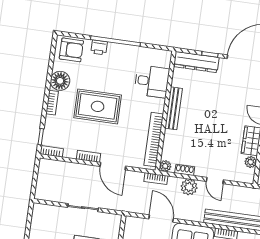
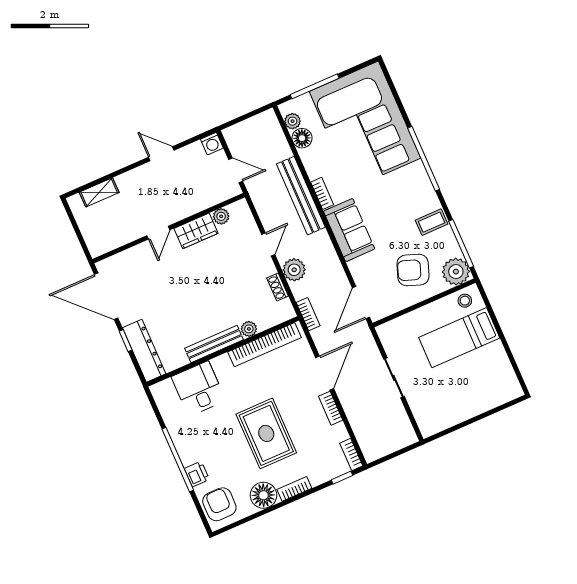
plant: (165, 166) -> (249, 329), moved
door: (161, 219) -> (361, 303), moved

